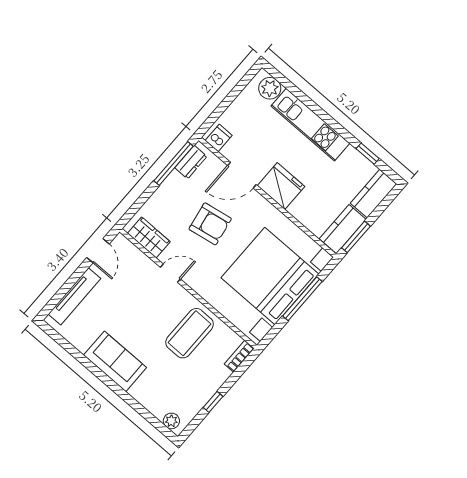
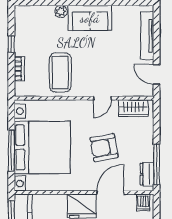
bookcase: (239, 356) -> (19, 69), moved
plant: (171, 421) -> (61, 11), moved

